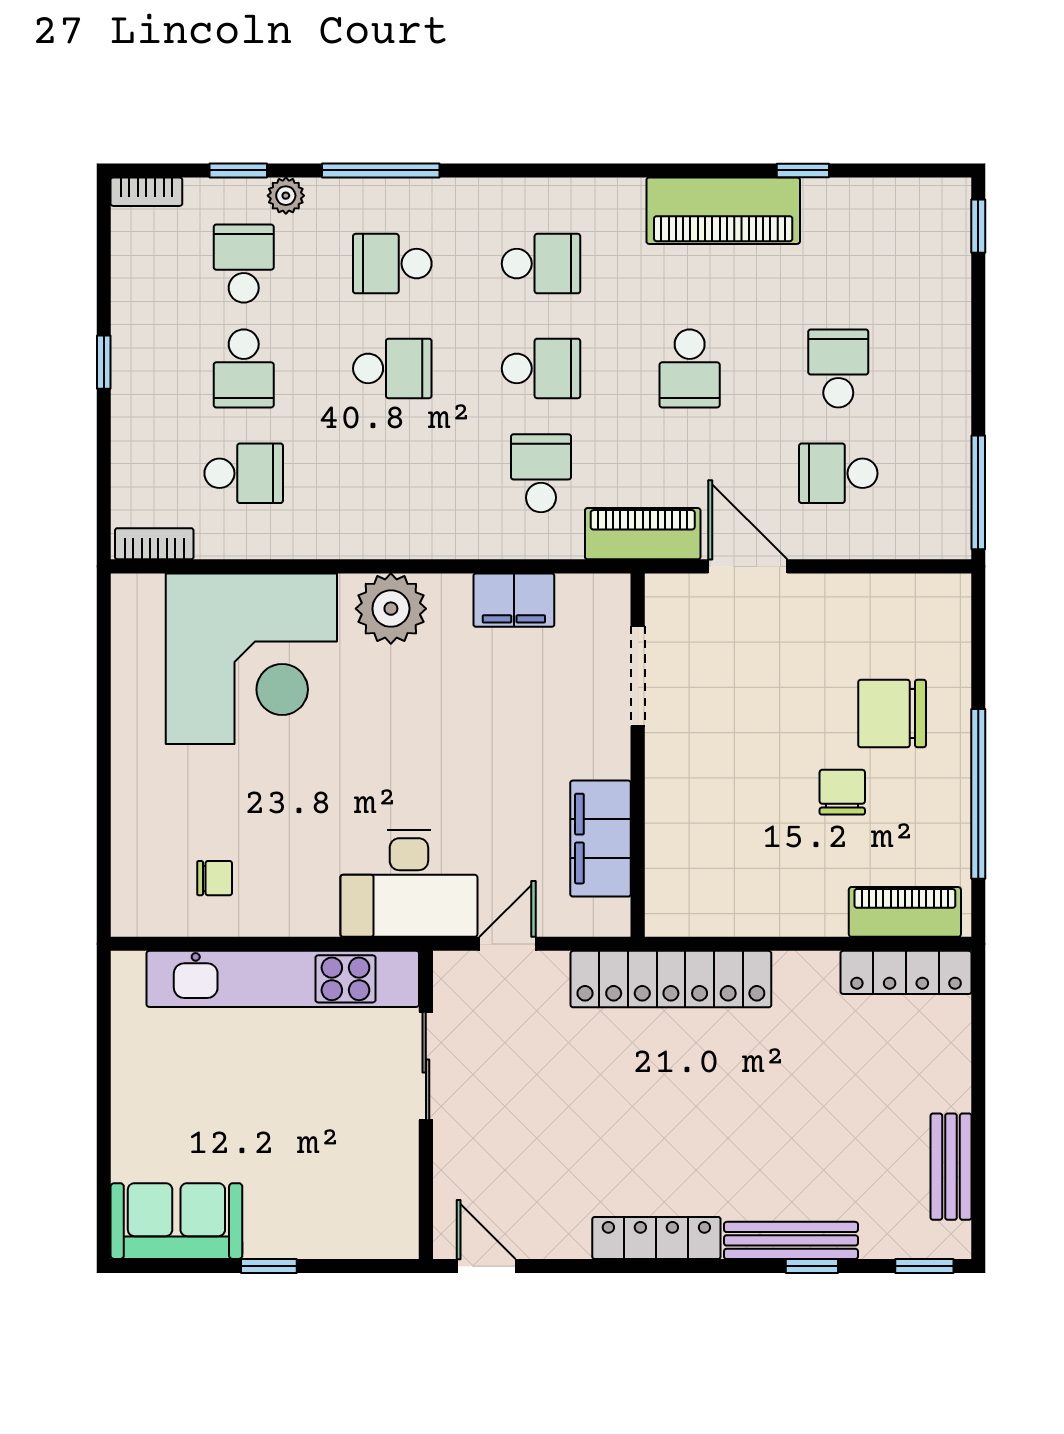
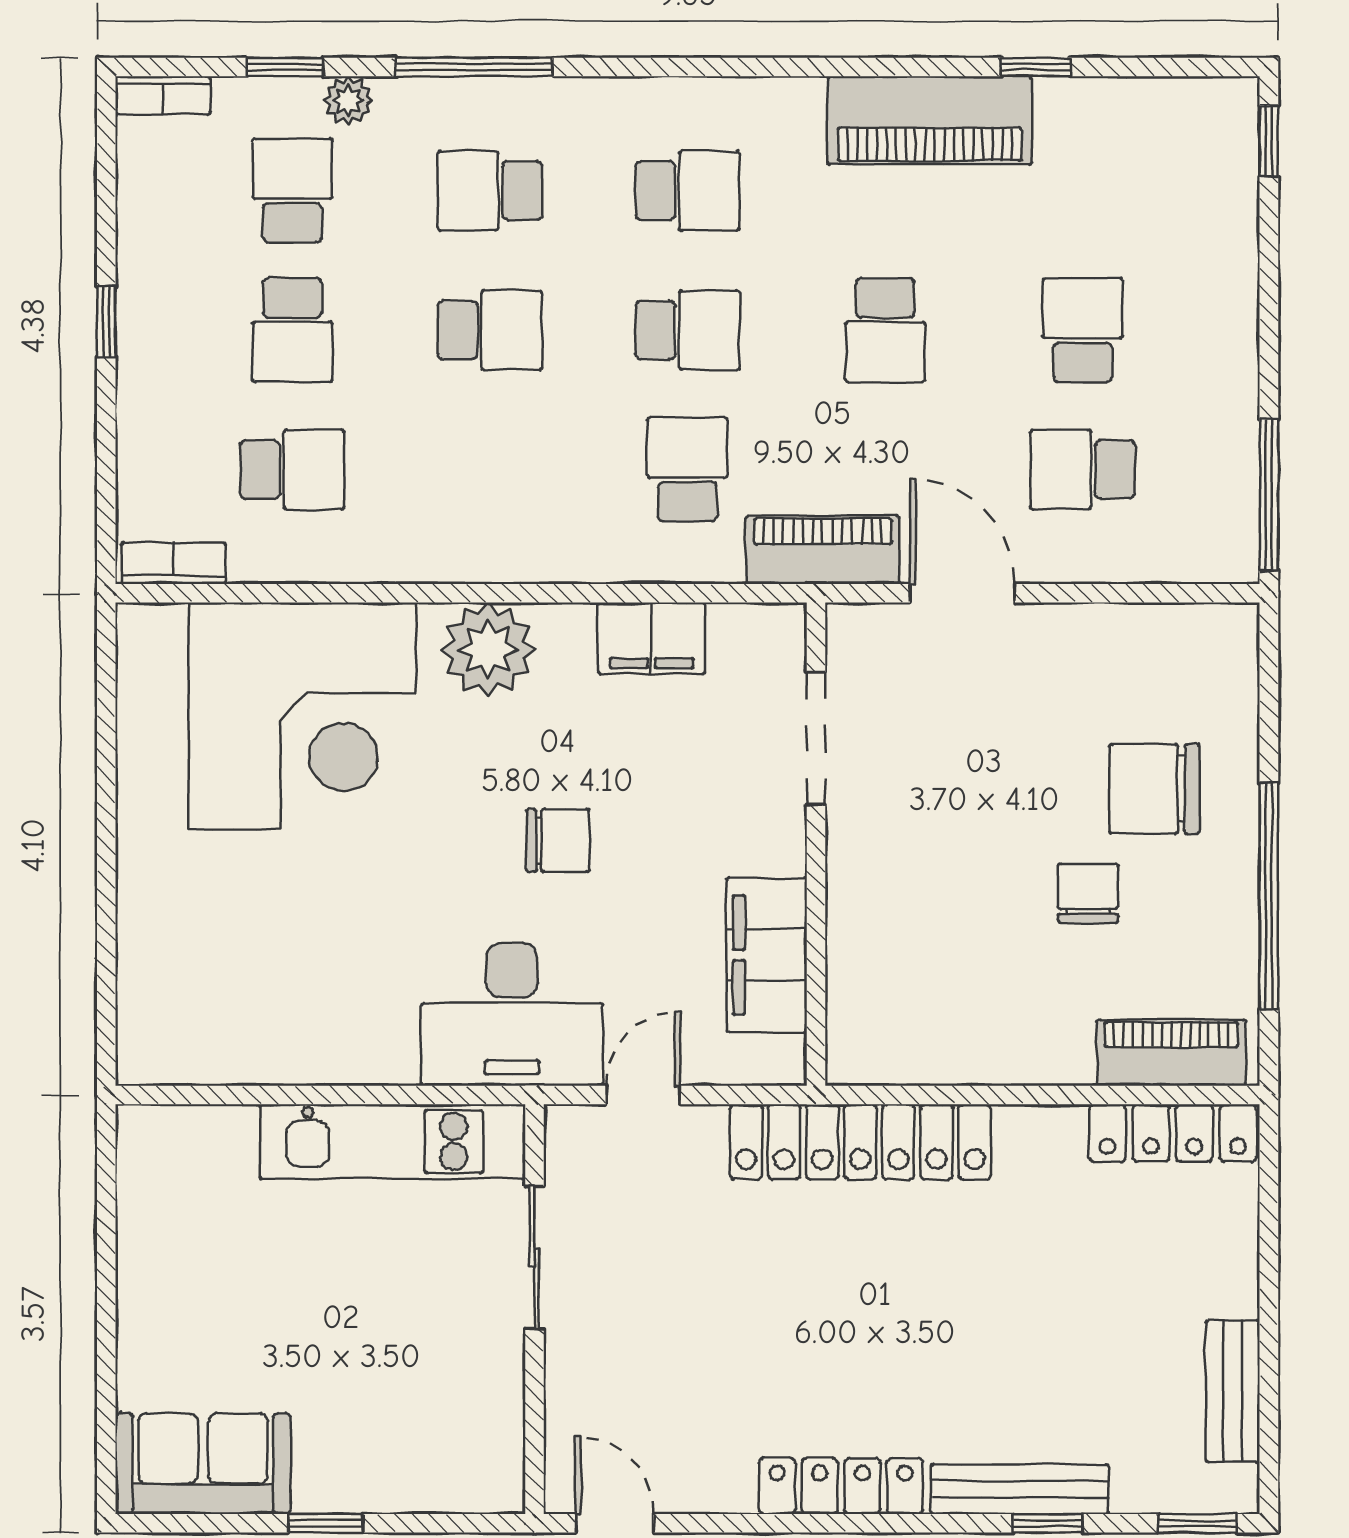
chair: (215, 878) -> (558, 840), moved, width x1.37, depth x1.37
kitchen unit: (283, 979) -> (393, 1142), width x0.73

